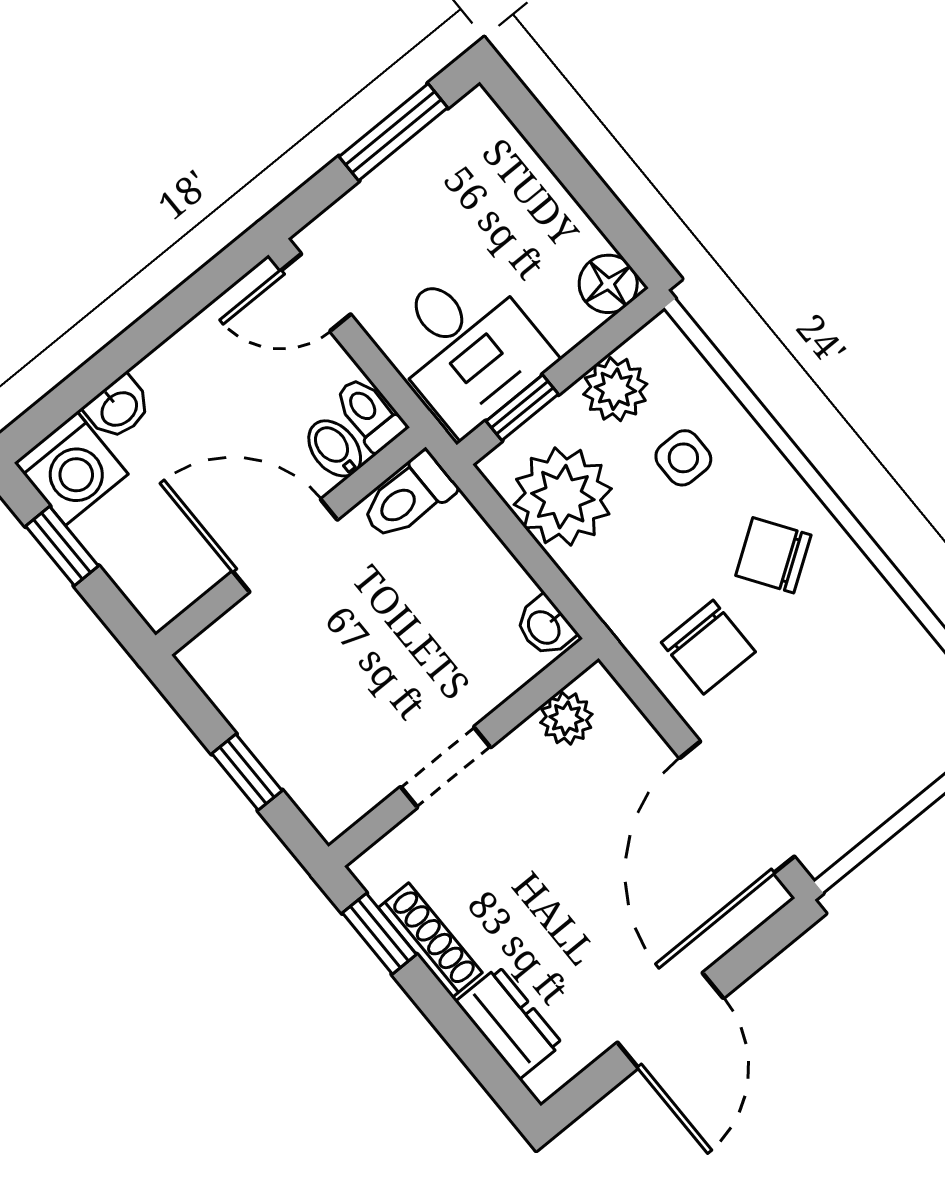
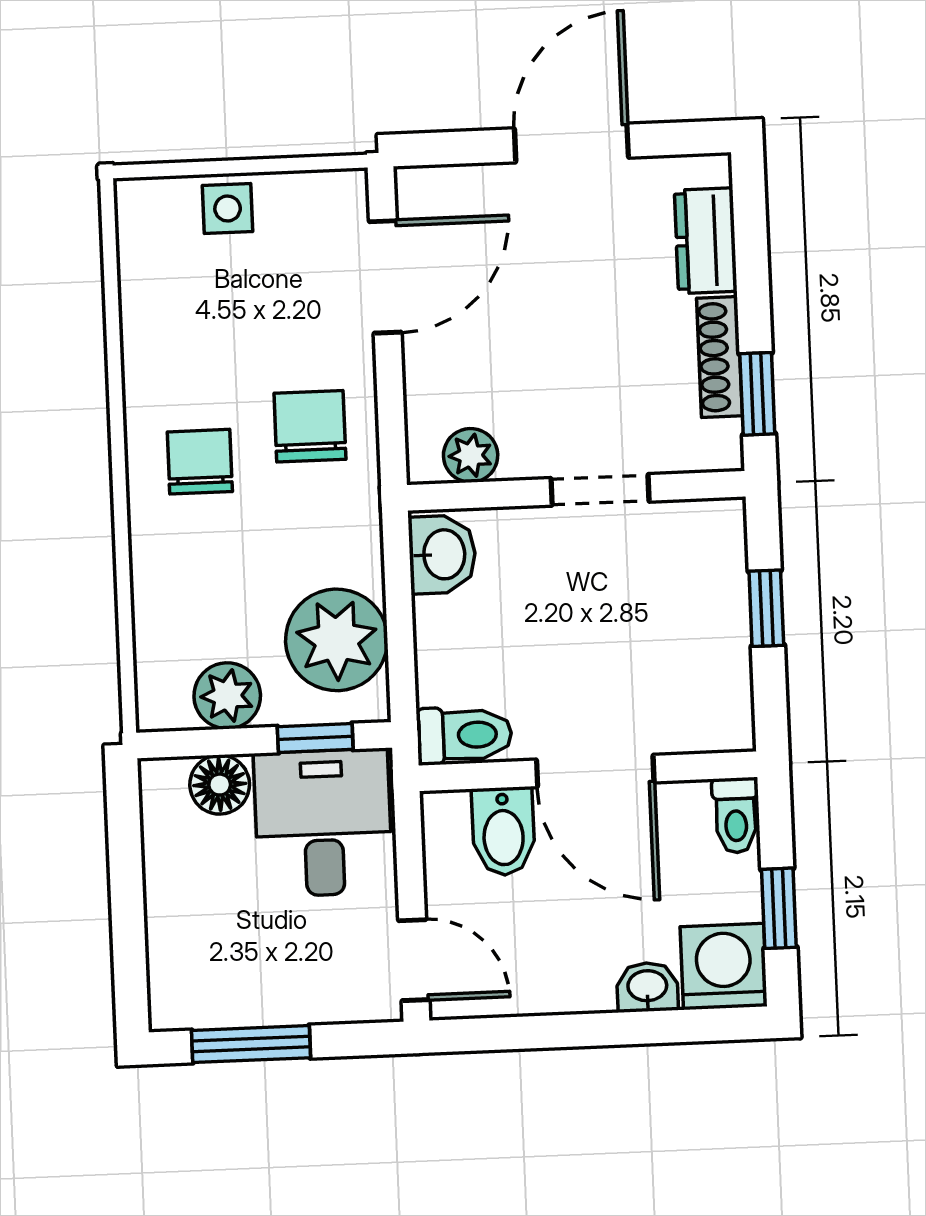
floor lamp: (608, 284) -> (220, 785), moved
toilet: (369, 414) -> (736, 815), moved
bidet: (335, 448) -> (503, 831), width x1.38, depth x1.36
side table: (683, 458) -> (228, 208), moved
chair: (773, 555) -> (200, 462), turned -146
washbasin: (545, 627) -> (442, 554), width x1.38, depth x1.45
door: (737, 807) -> (385, 277), width x0.73

